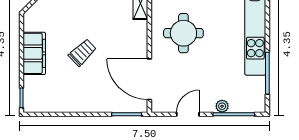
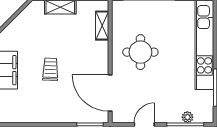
trolley: (82, 52) -> (50, 69), turned -44
plant: (222, 106) -> (187, 117), moved

